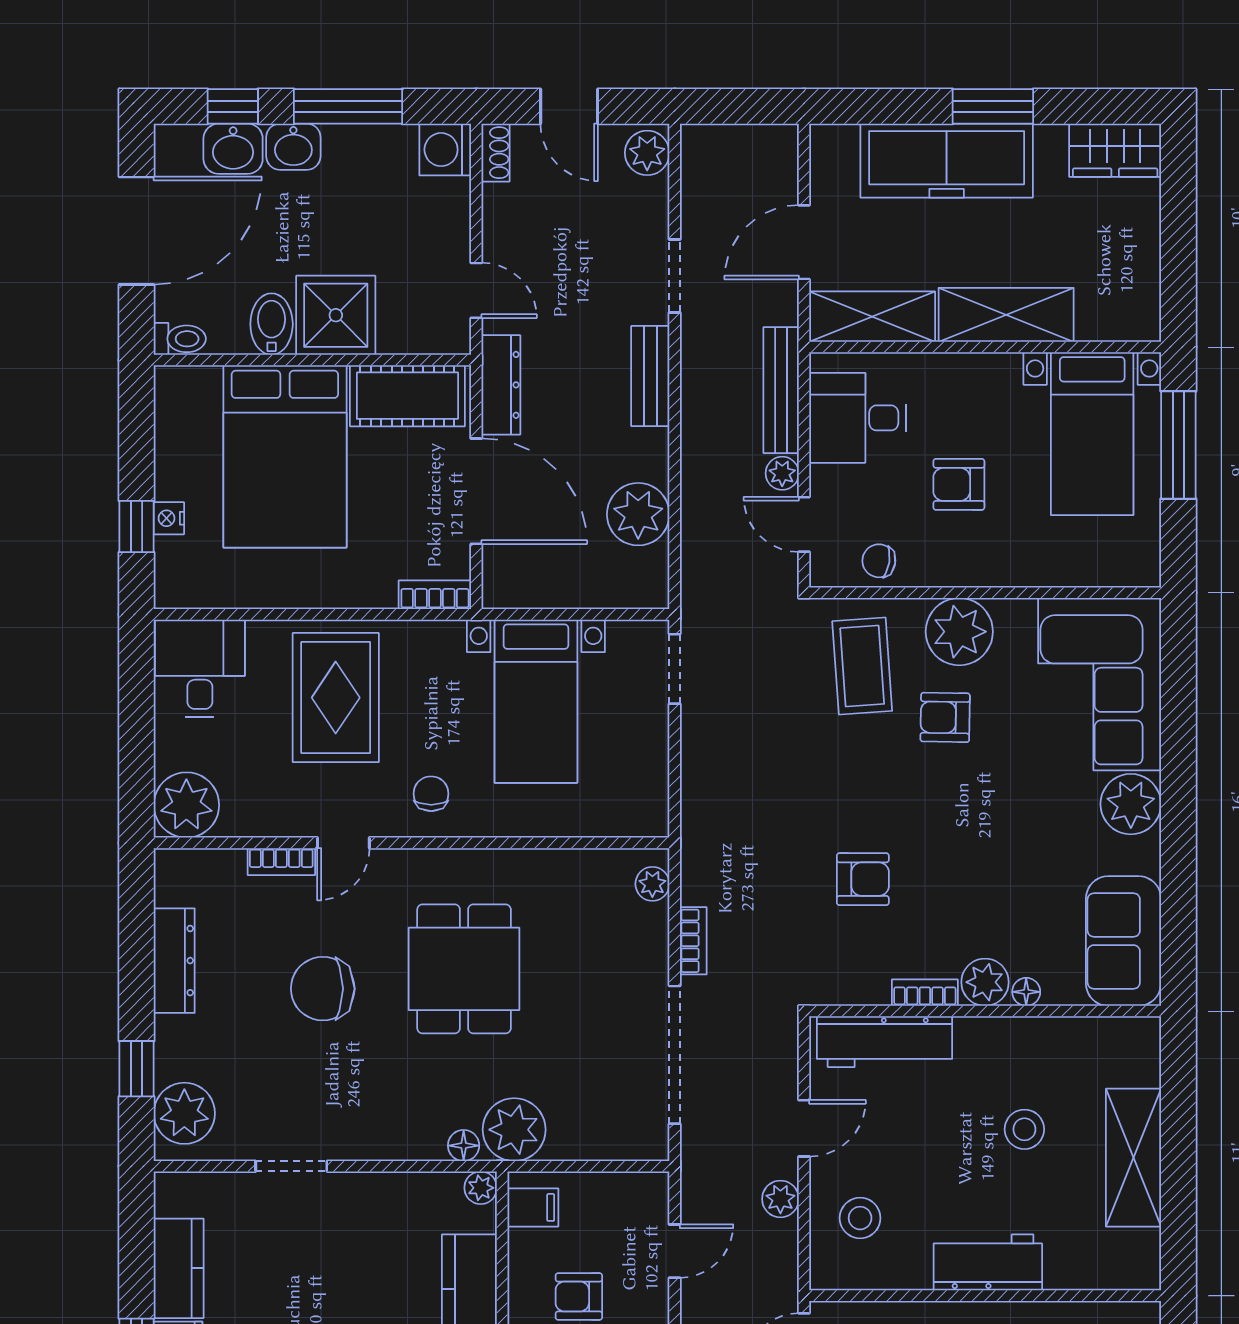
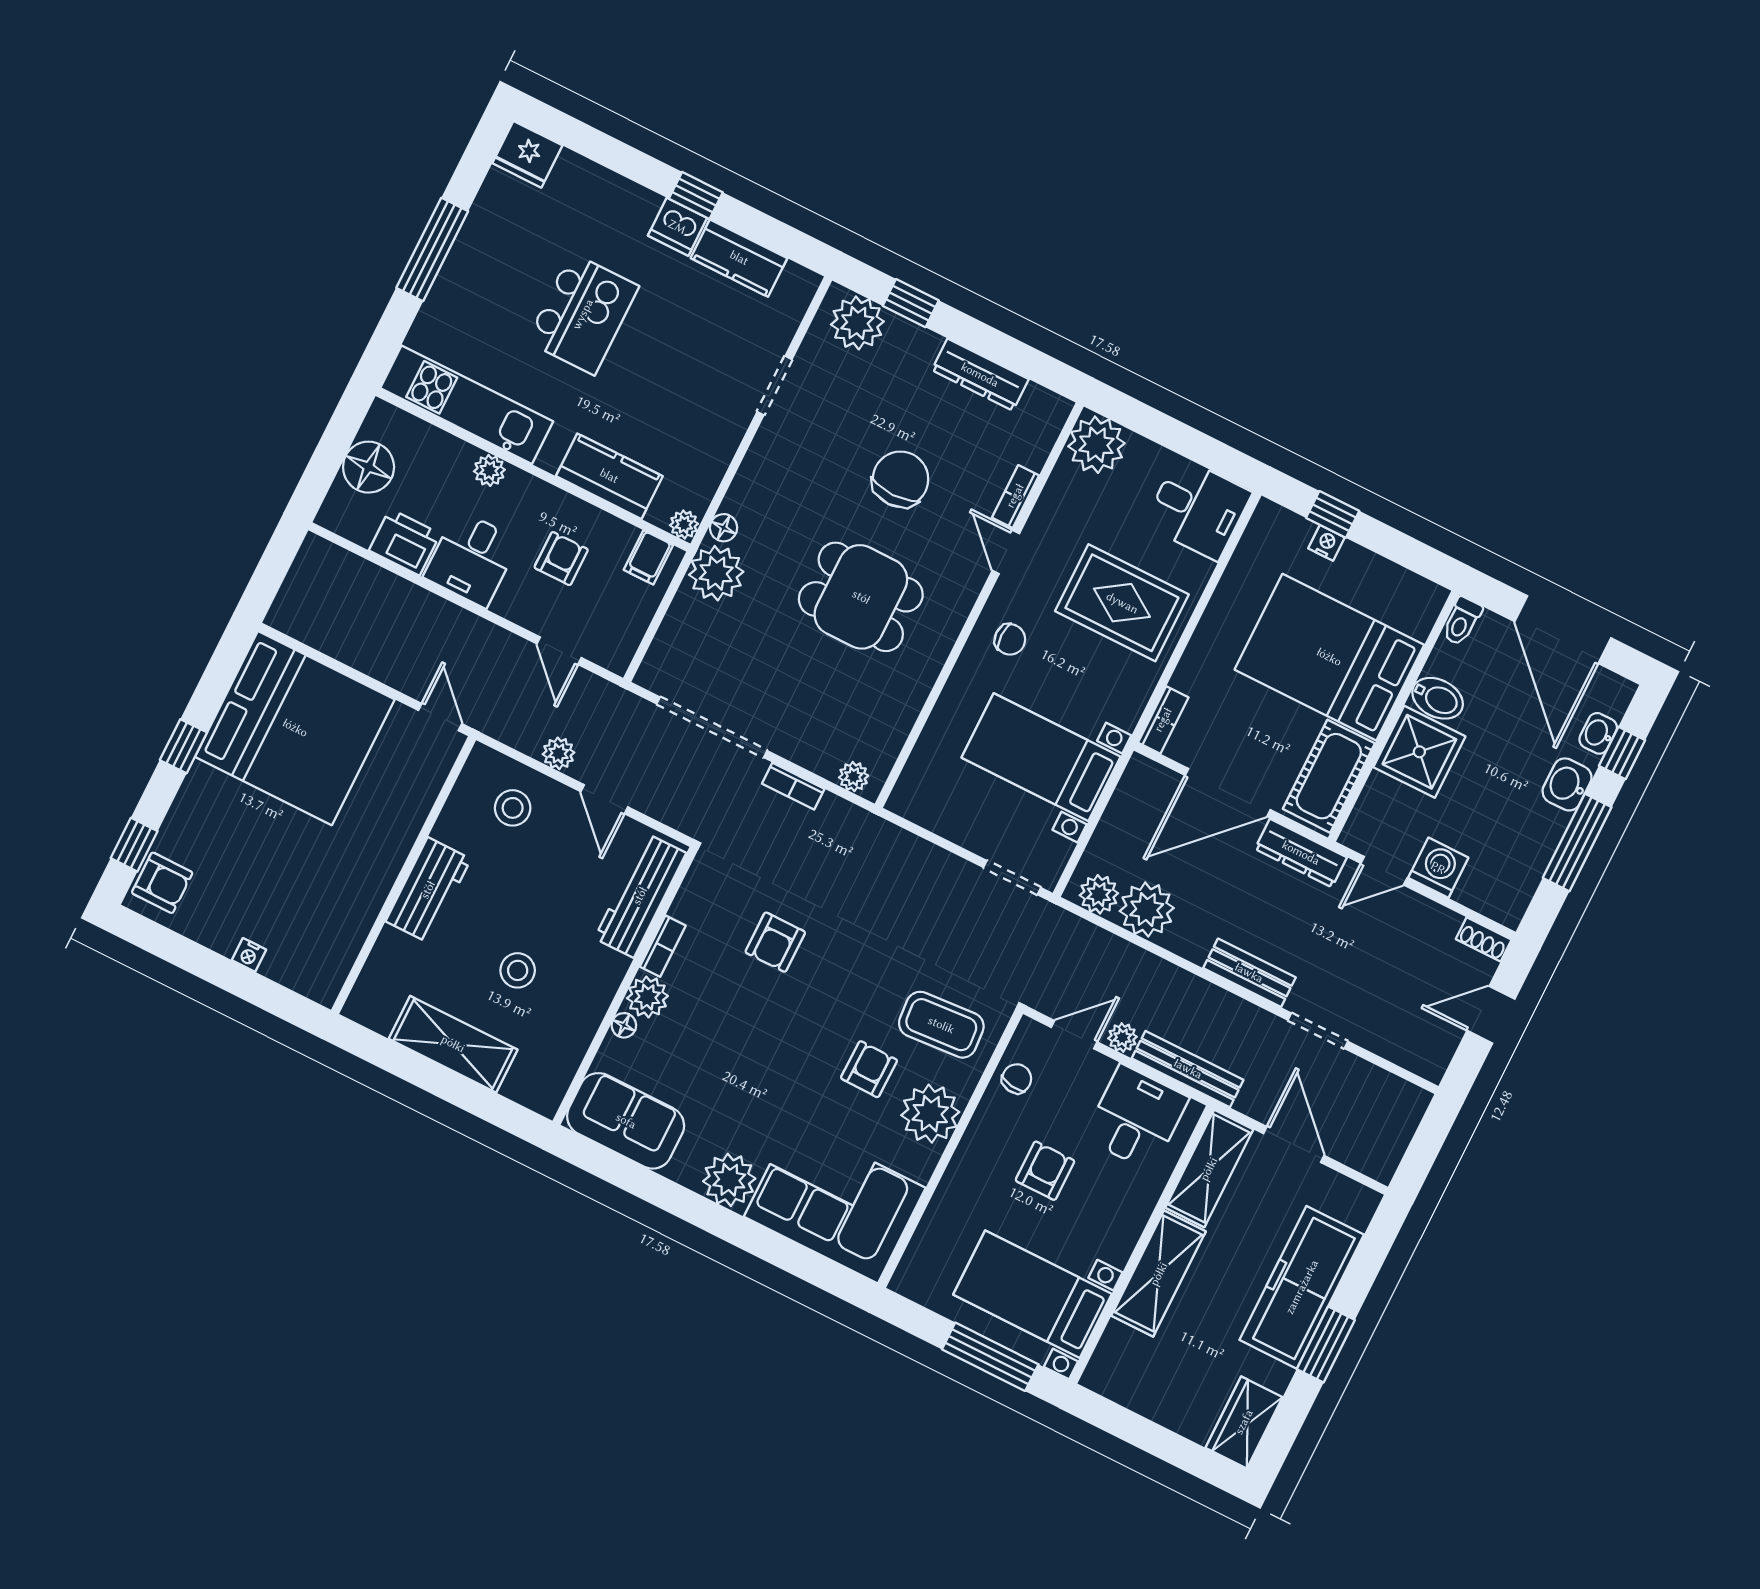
washbasin: (233, 149) -> (1598, 733), width x0.72, depth x0.69
washing machine: (445, 150) -> (1438, 868), moved
plant: (647, 153) -> (1099, 894), moved

